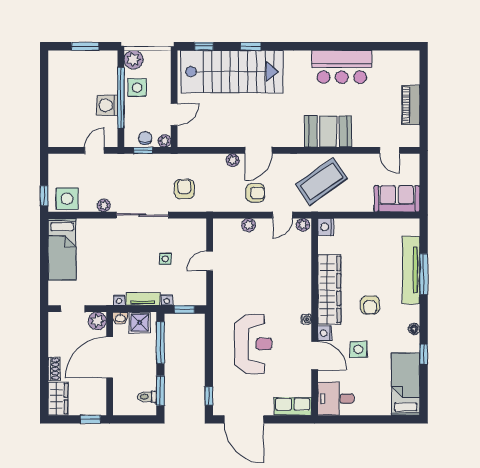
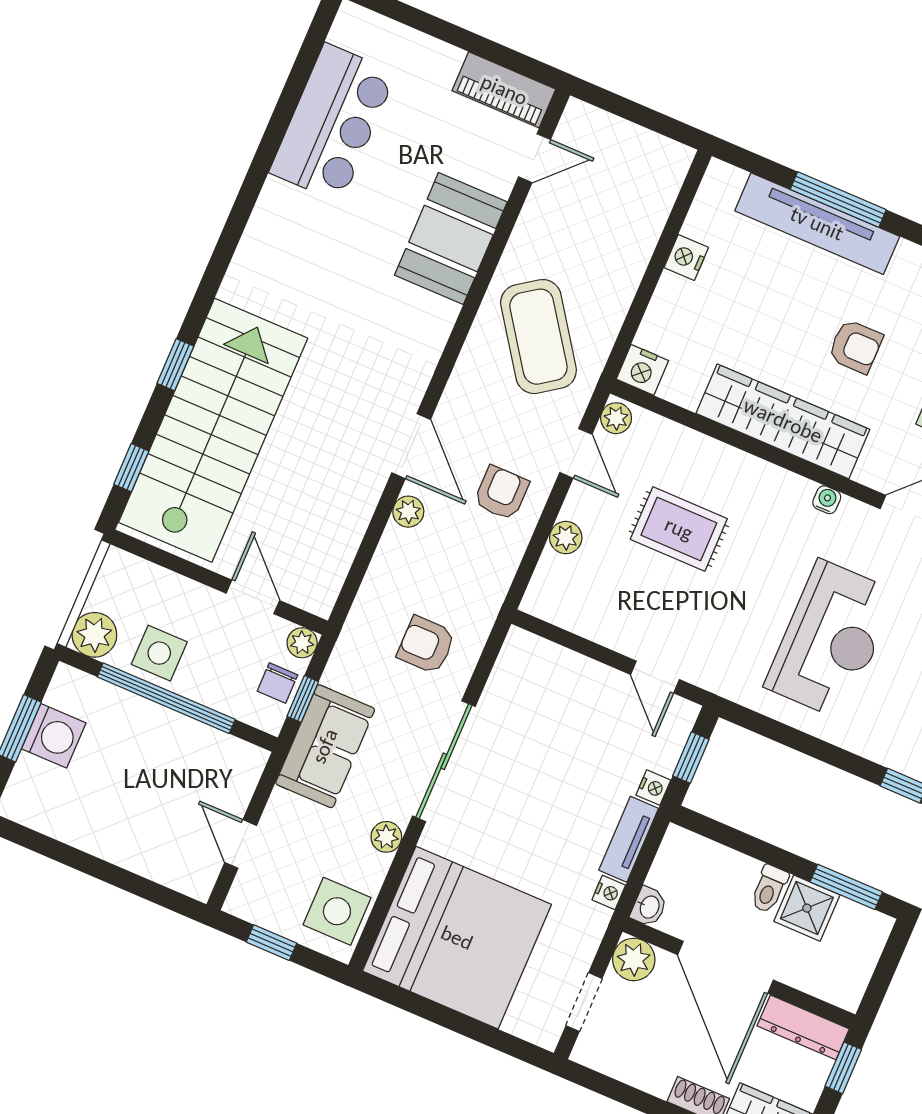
bar counter: (342, 67) -> (333, 123), moved
washing machine: (107, 105) -> (54, 736), moved, turned -90
piano: (411, 105) -> (504, 90), moved
booth: (328, 132) -> (451, 238), moved
chair: (145, 138) -> (277, 683), turned -90
door: (94, 150) -> (241, 844), moved
window: (44, 196) -> (272, 943), moved
sofa: (397, 199) -> (325, 746), moved, turned 180
bed: (62, 249) -> (457, 938), width x2.04
side table: (165, 259) -> (561, 752), removed
door: (210, 261) -> (655, 677), moved
rug: (271, 267) -> (679, 529), added
shower: (140, 323) -> (807, 908), moved
nightstand: (325, 333) -> (686, 258), moved, turned 90
window: (160, 343) -> (741, 842), removed
reception desk: (253, 344) -> (831, 640), turned 90
dresser: (99, 397) -> (803, 1027), added
toilet: (147, 397) -> (769, 889), moved

